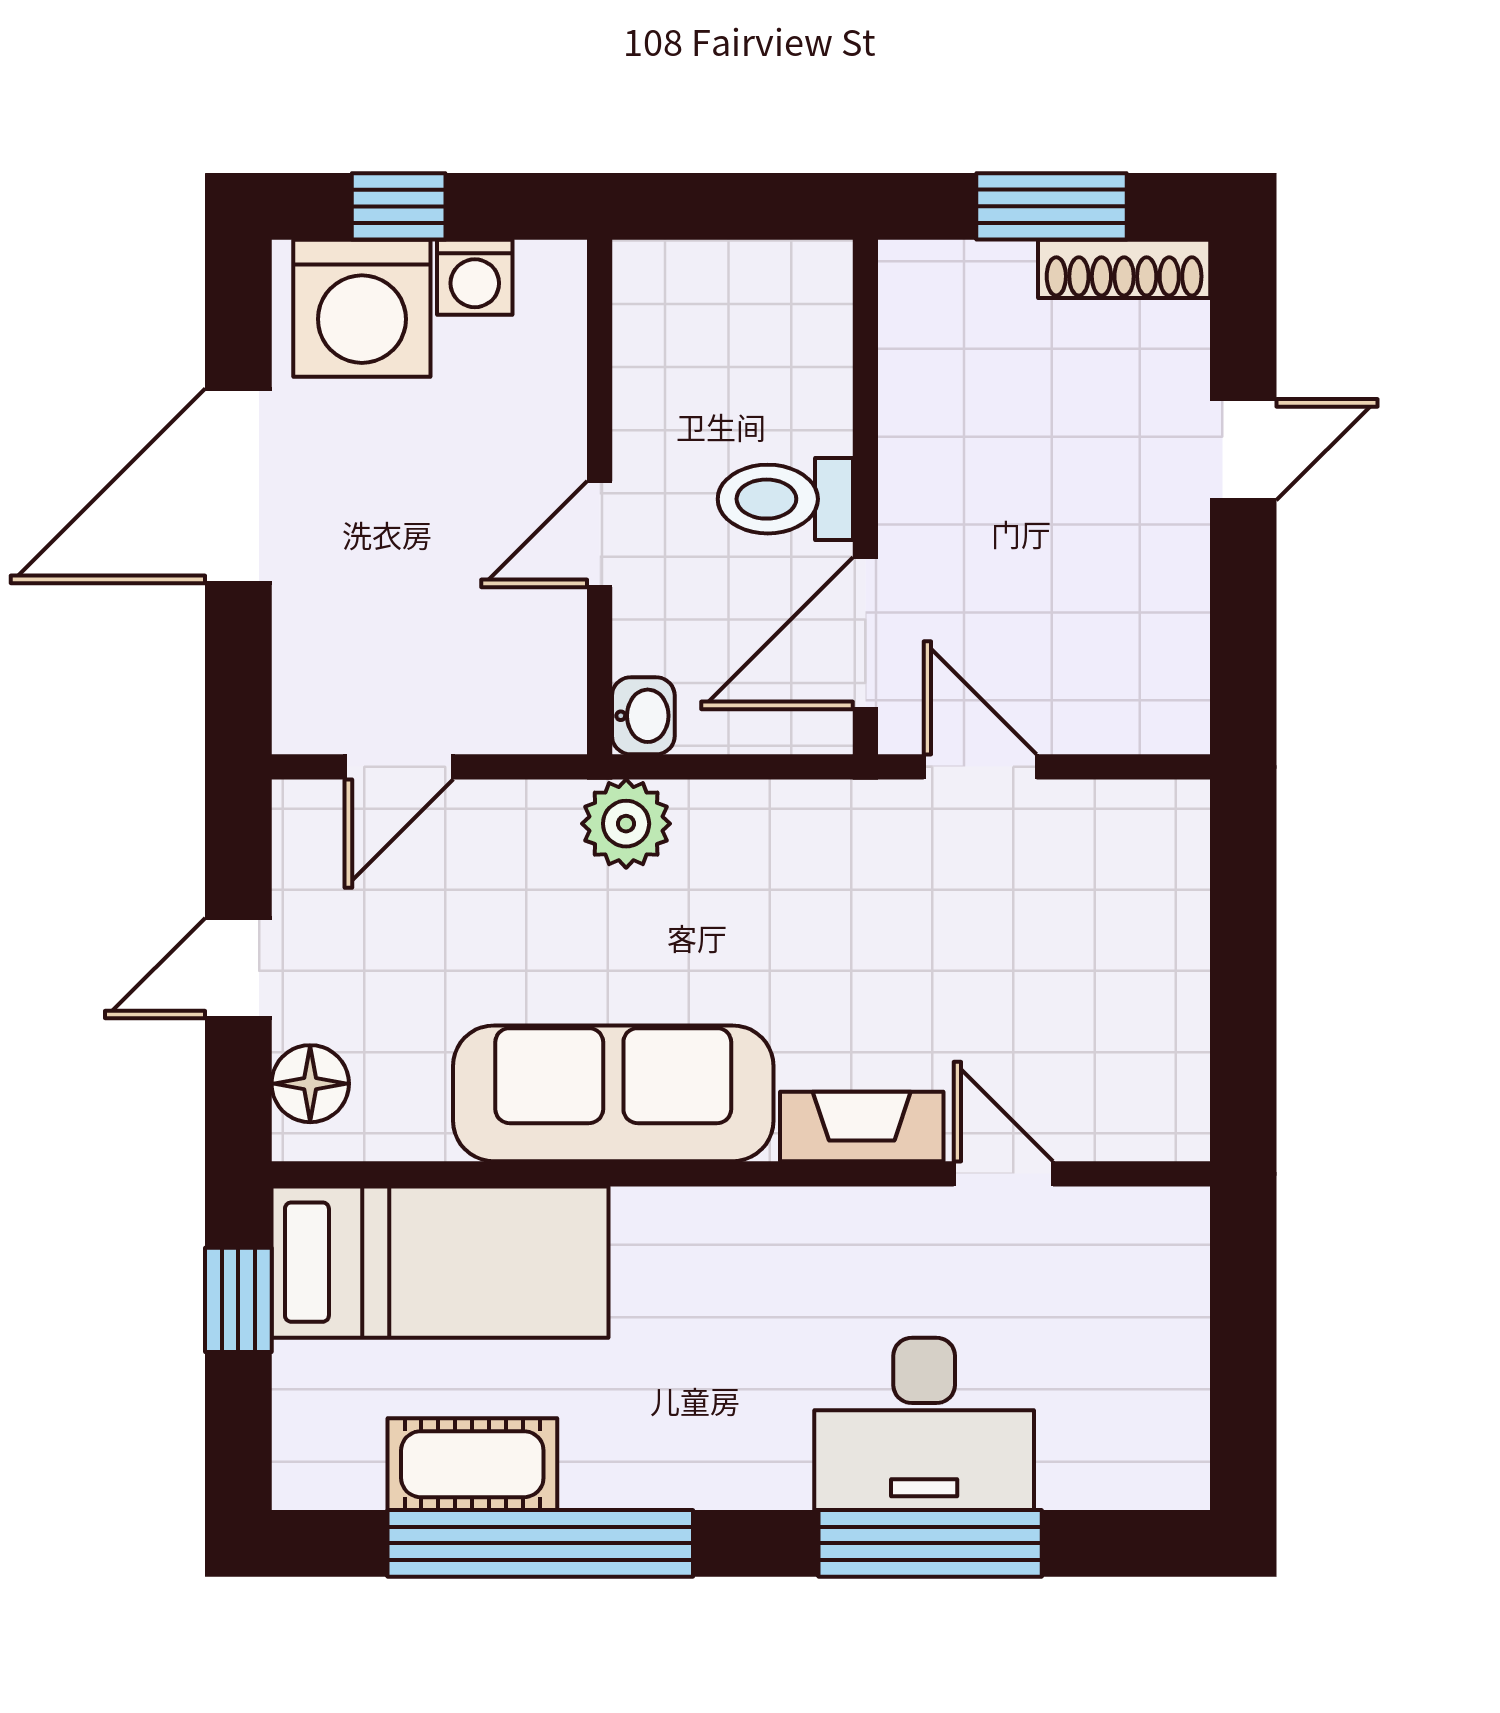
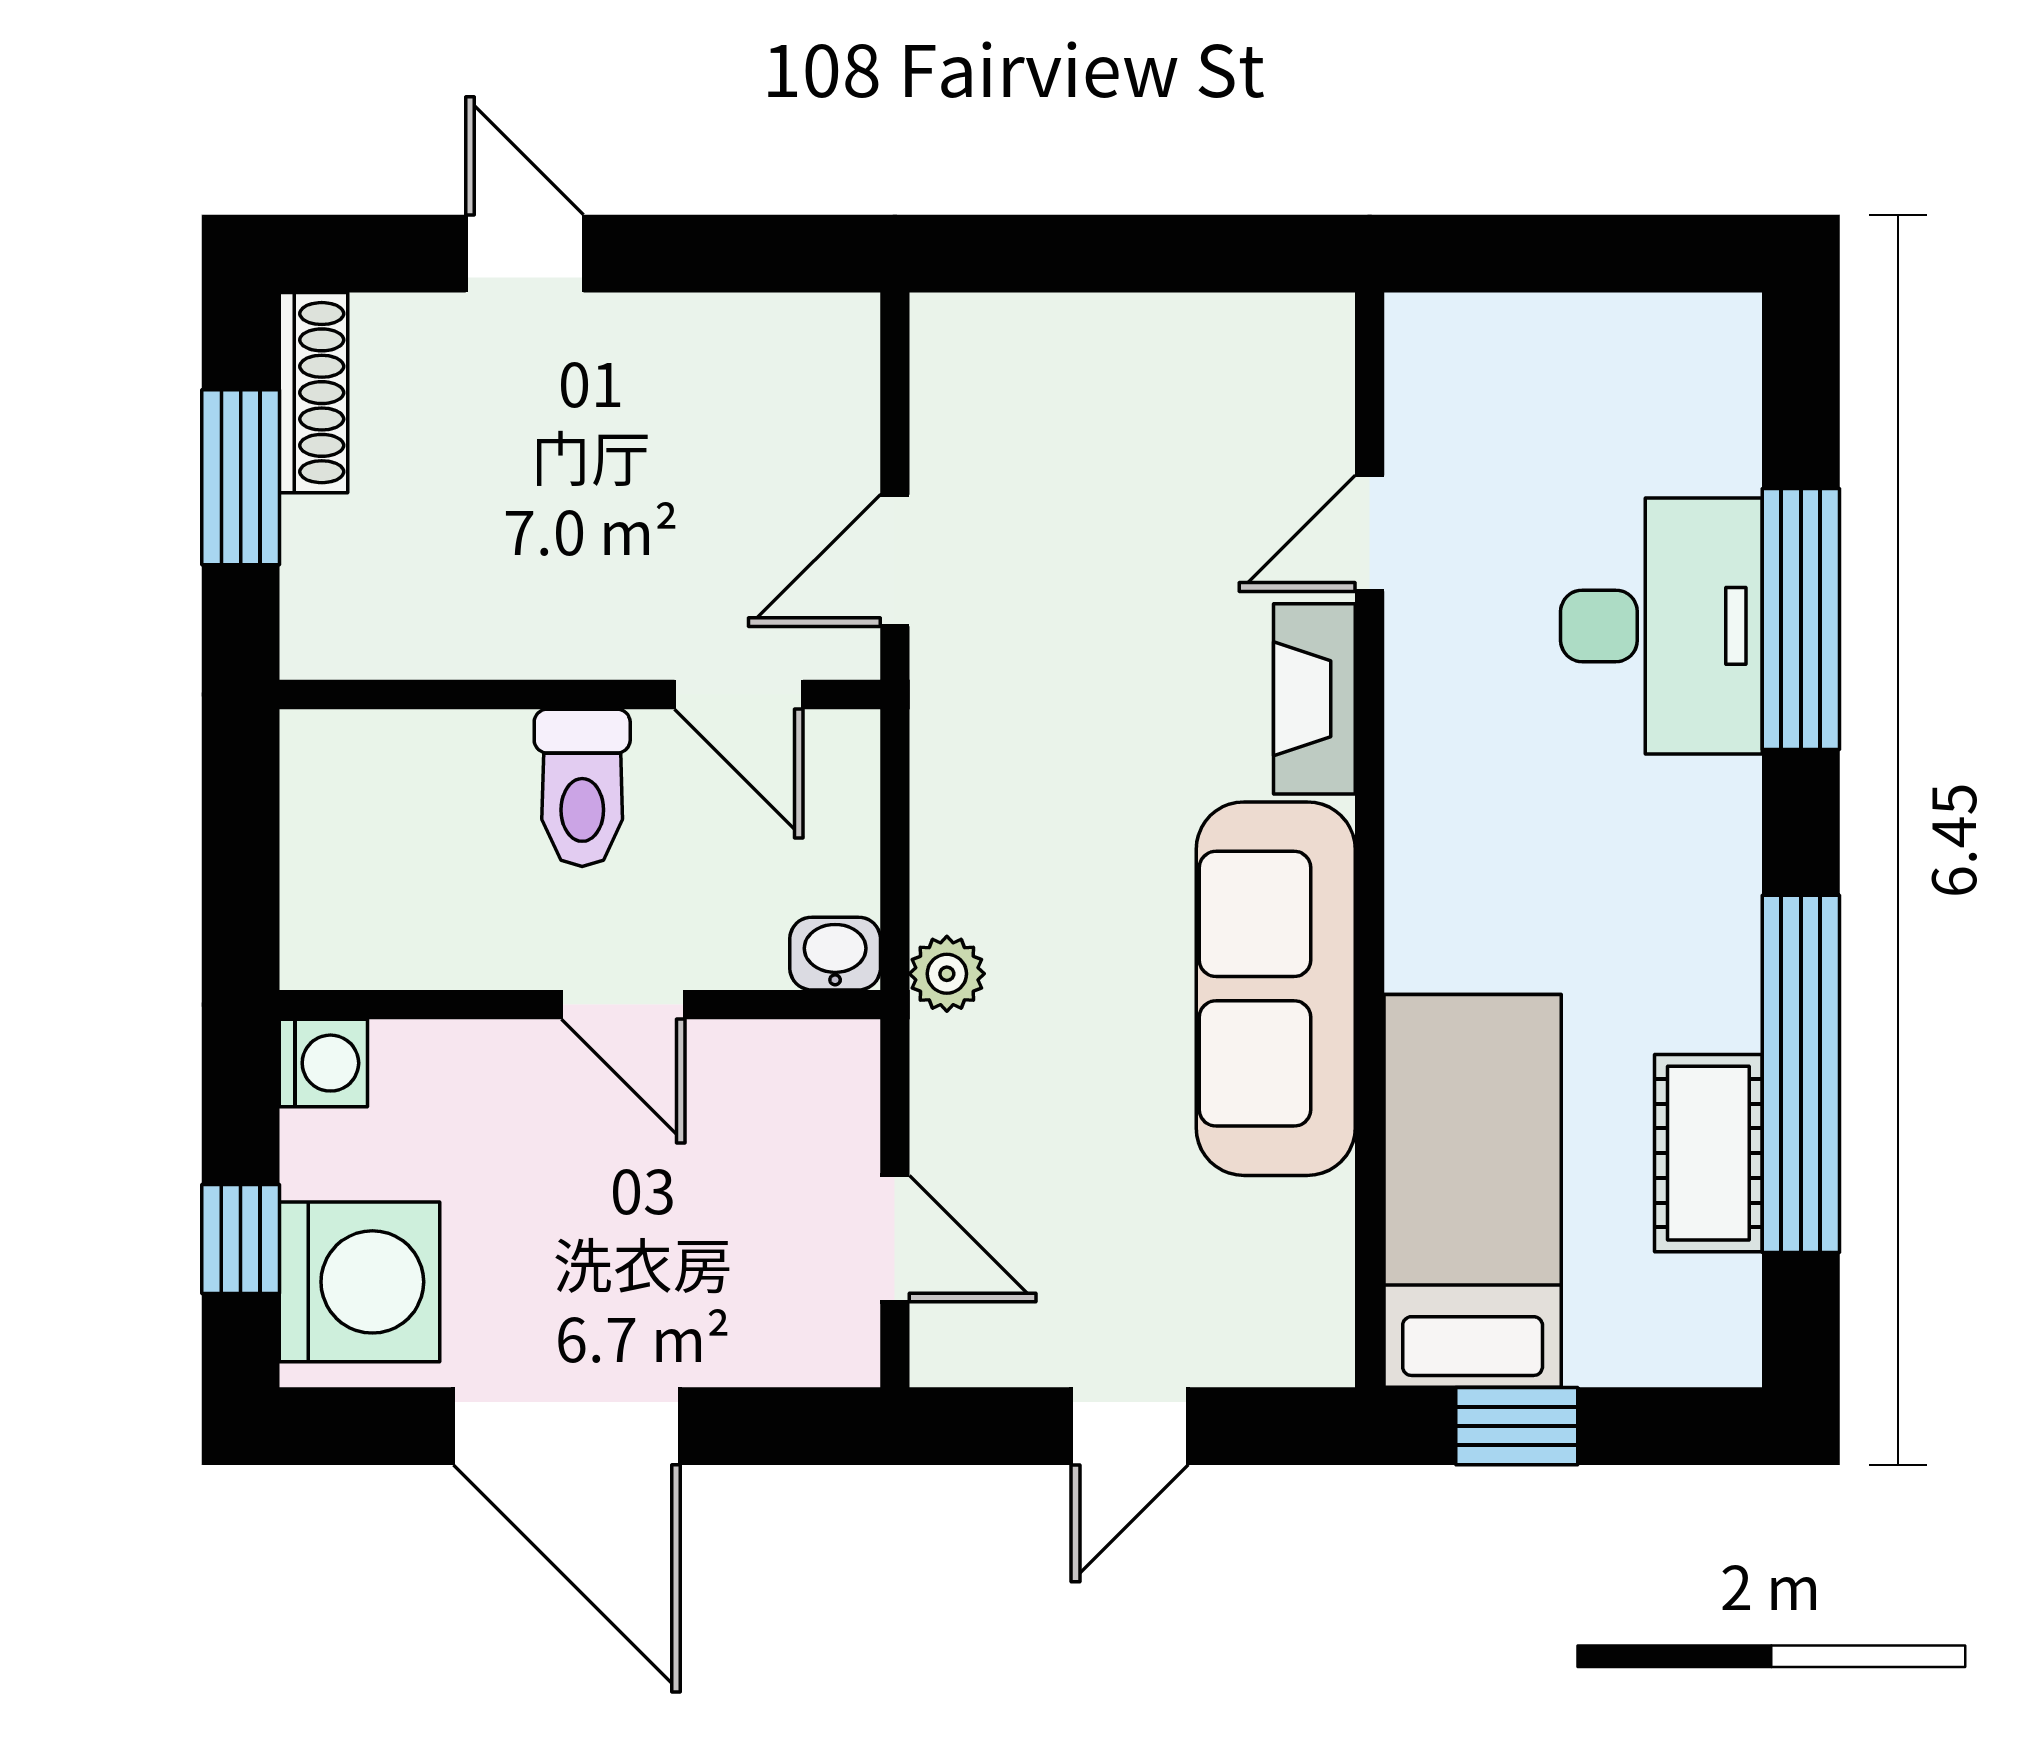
washing machine: (475, 277) -> (323, 1063), moved
door: (865, 633) -> (739, 695), width x0.73
plant: (626, 824) -> (947, 974), width x0.73, depth x0.73
door: (238, 968) -> (1130, 1426), hinge flipped
floor lamp: (310, 1084) -> (1264, 1342), removed

